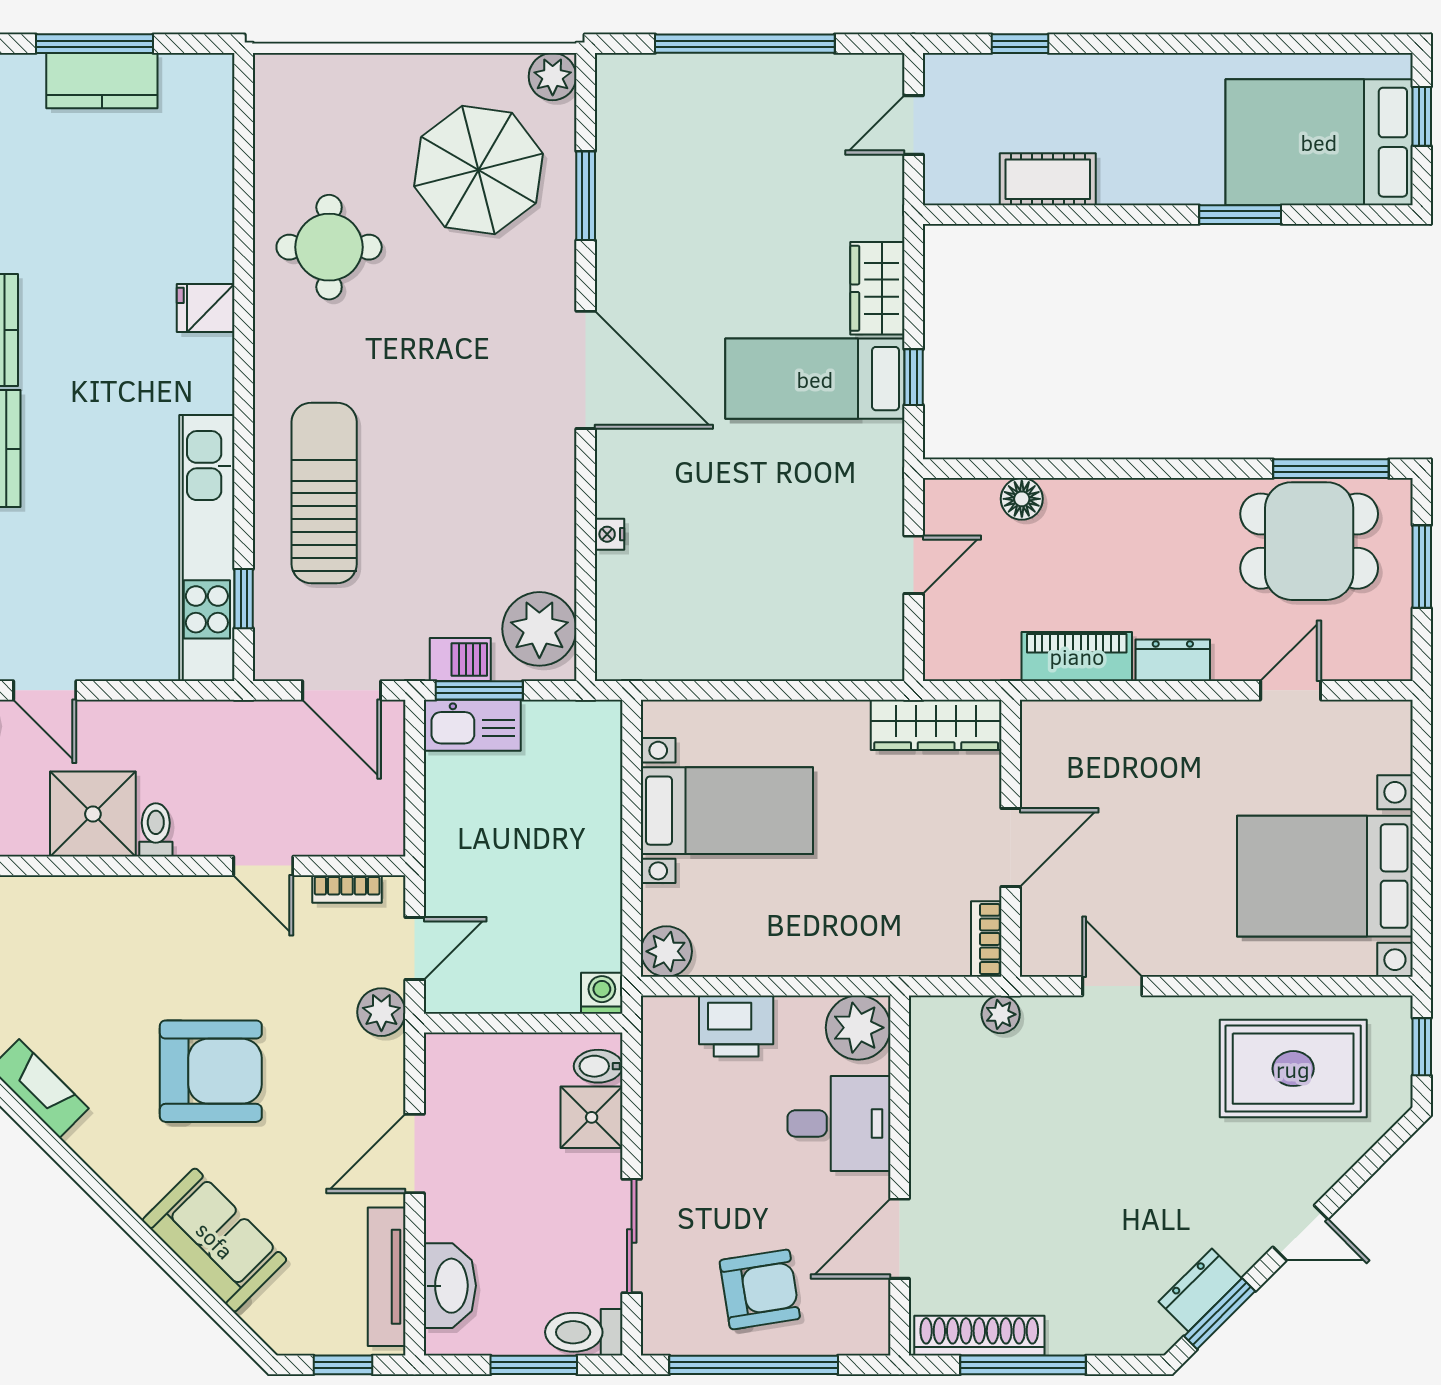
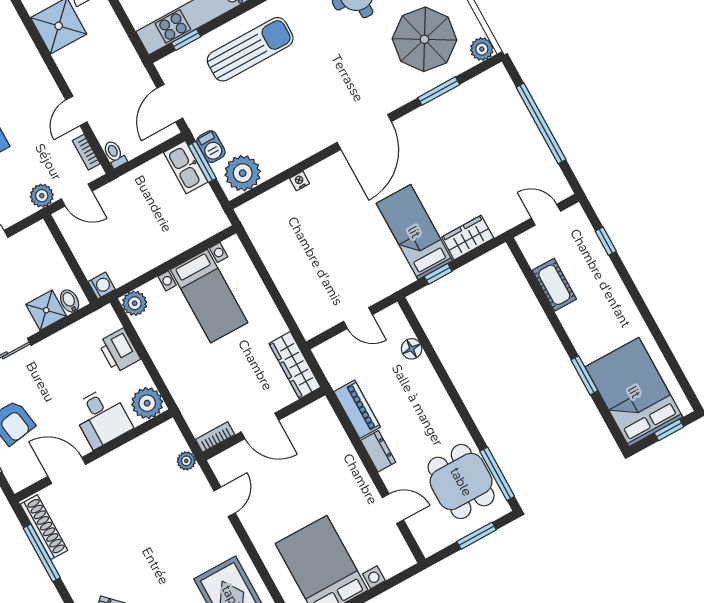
toilet: (156, 830) -> (115, 154), moved, turned -90

